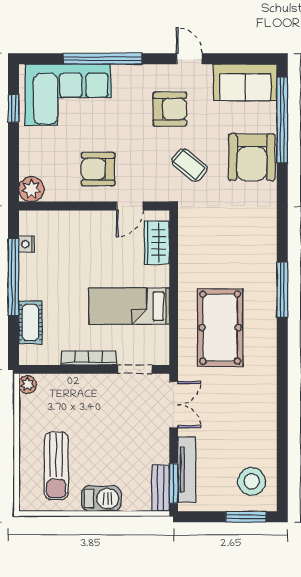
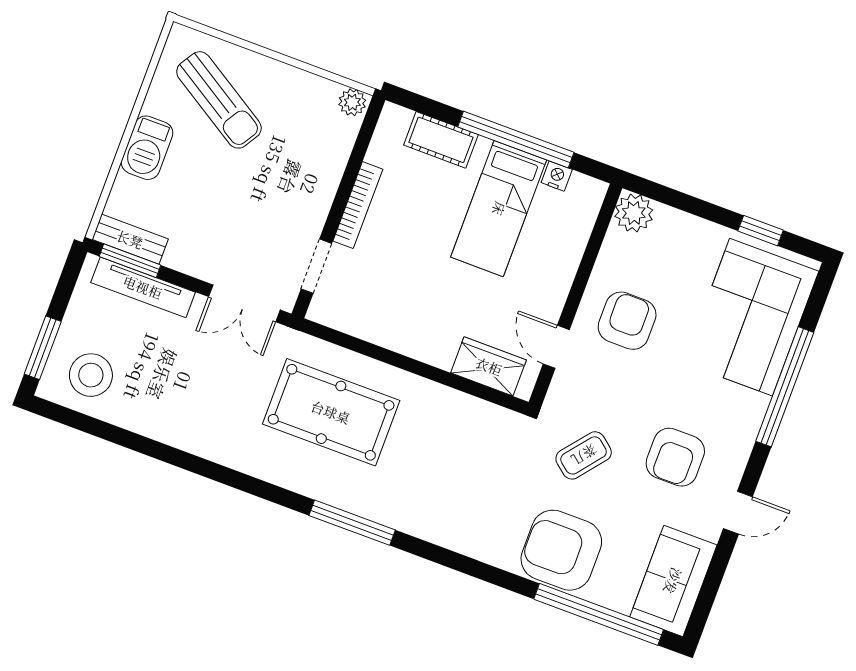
bed: (129, 306) -> (499, 209), moved, turned 180
sun lounger: (56, 466) -> (219, 100), turned -148

